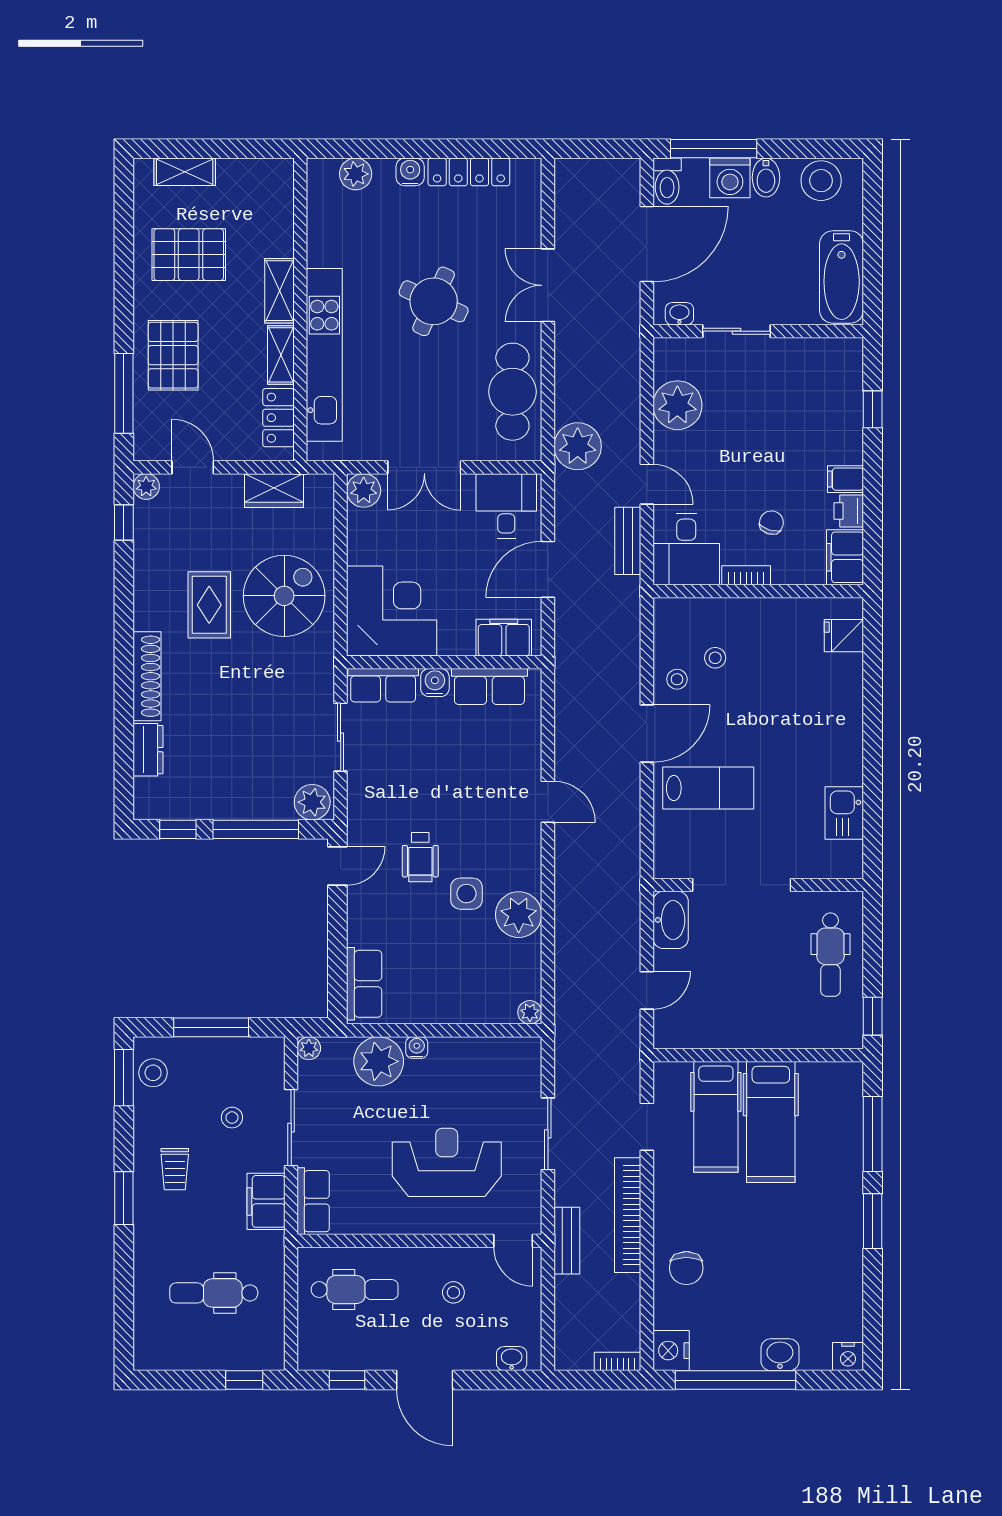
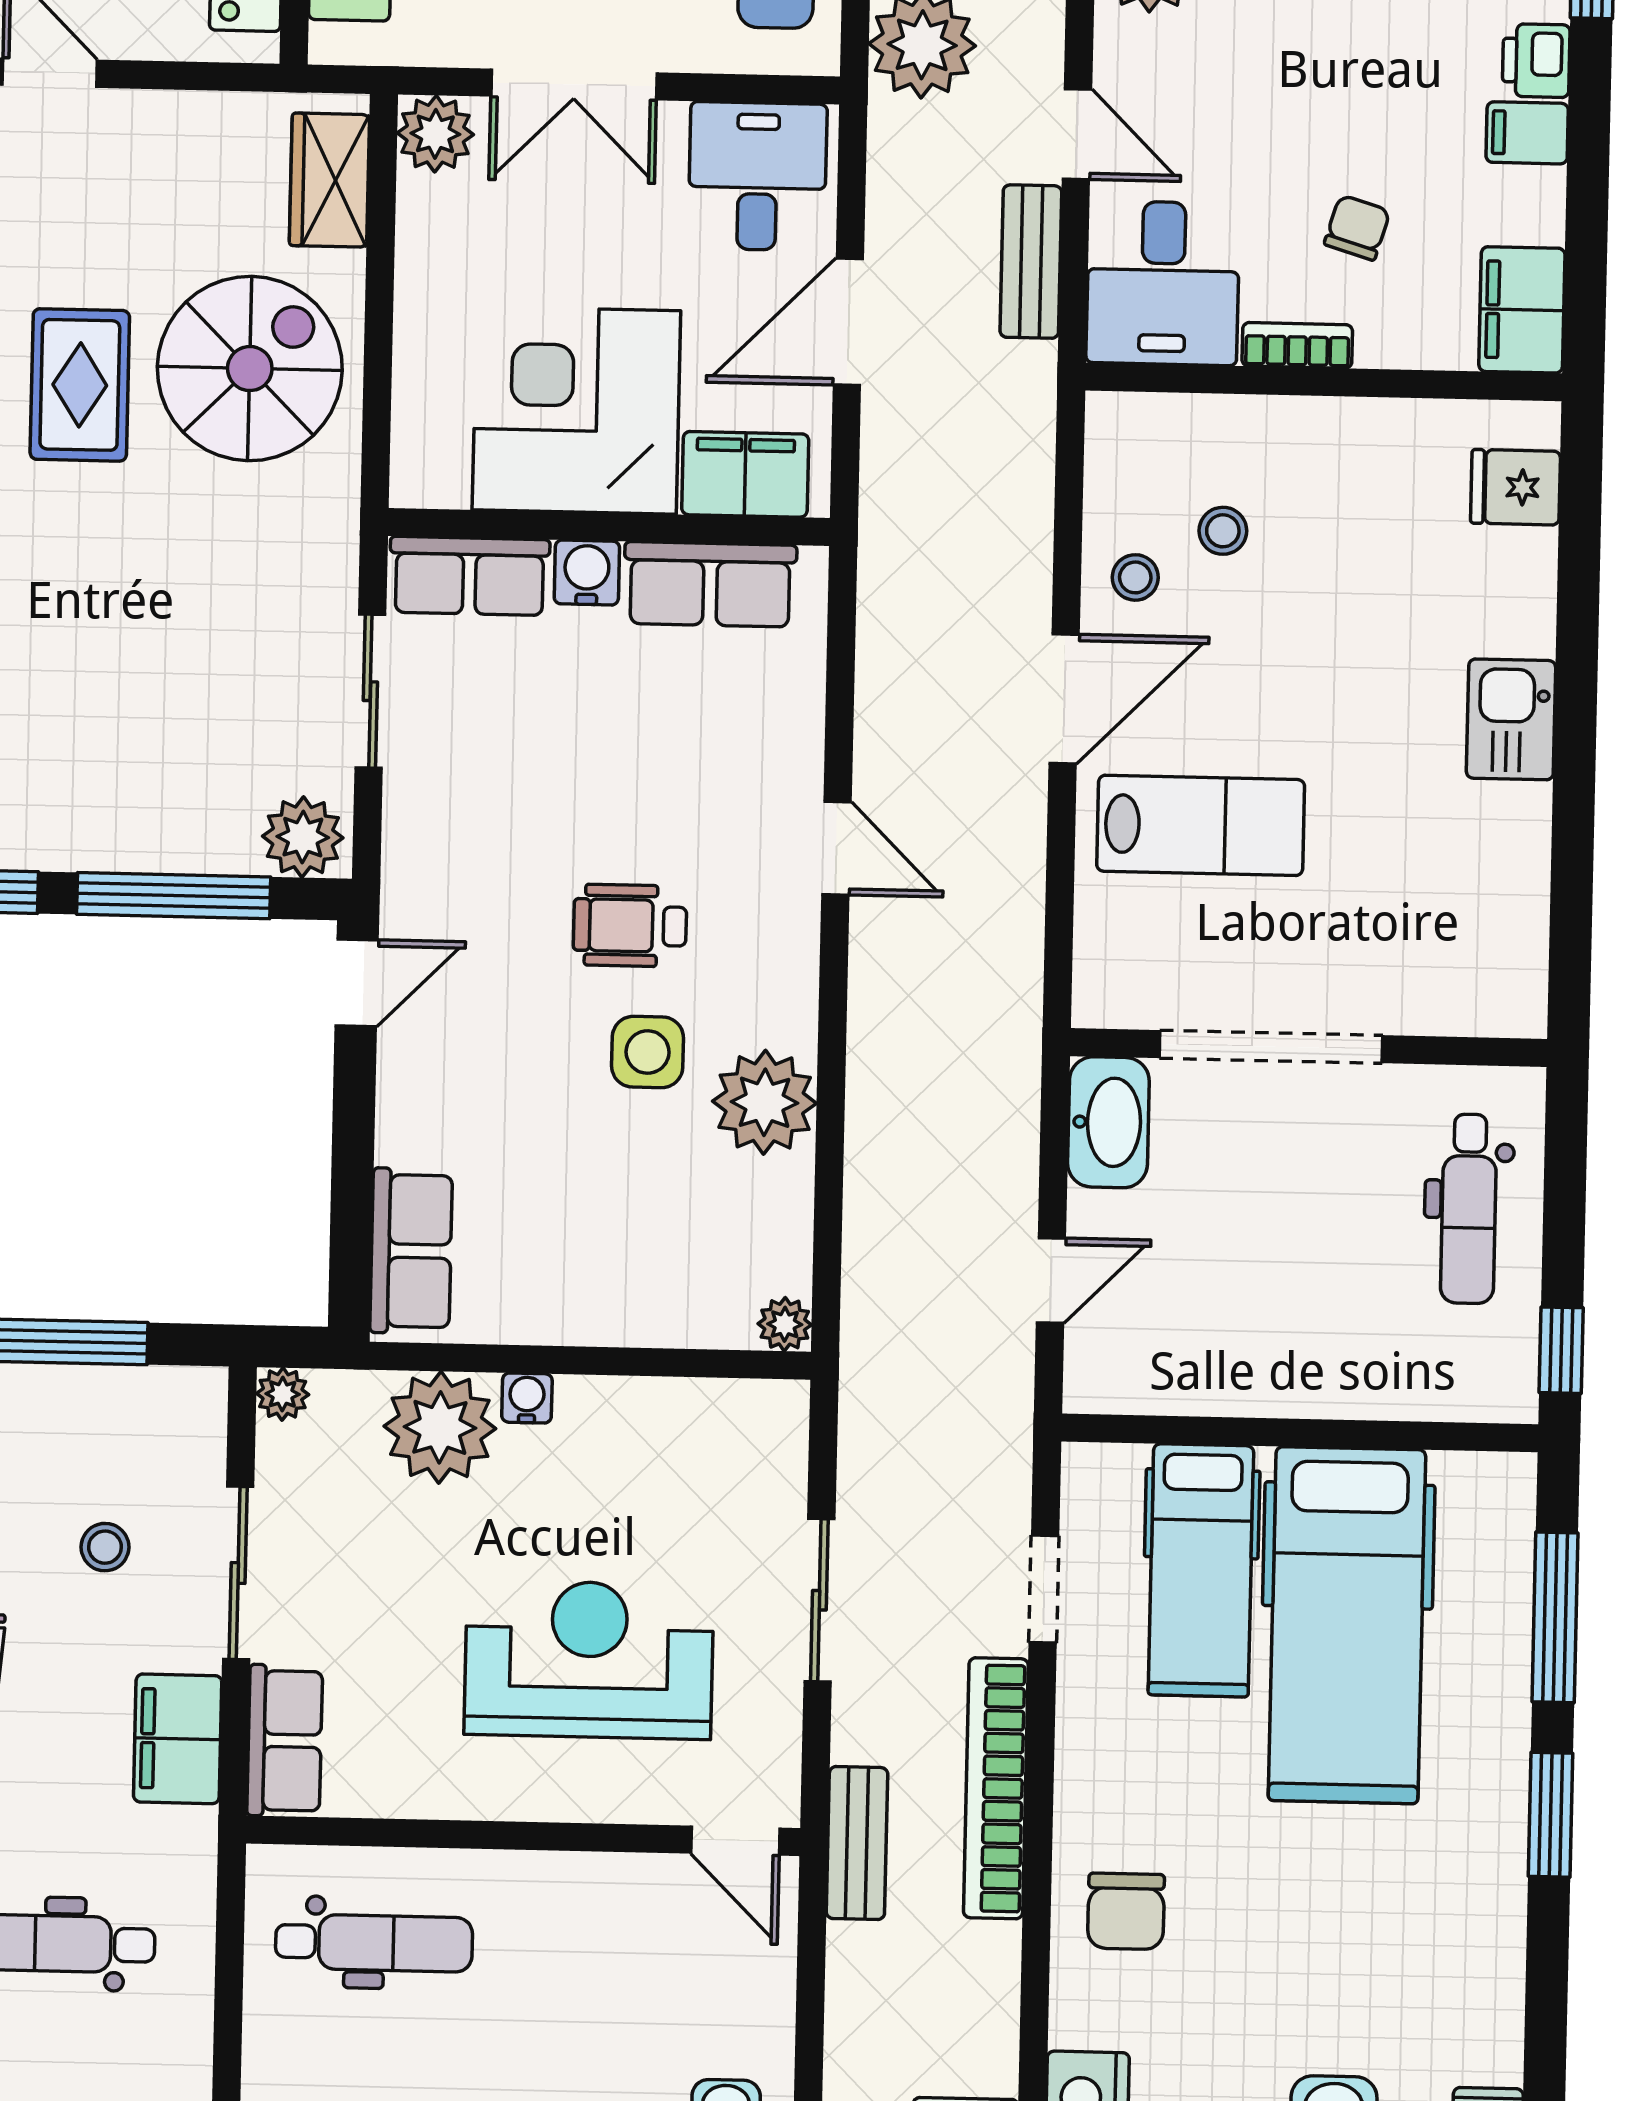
wardrobe: (274, 491) -> (329, 180), moved, turned 90
printer: (849, 511) -> (1536, 61), moved
corner desk: (392, 611) -> (576, 410), moved, turned -90
kitchen sink: (844, 813) -> (1511, 719), moved
wheelchair: (420, 857) -> (630, 926), moved, turned 90
hospital bed: (771, 1122) -> (1347, 1625), width x1.37, depth x1.29
stool: (453, 1292) -> (597, 1954), removed

